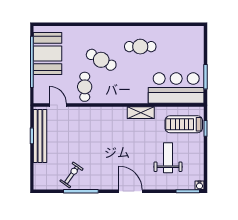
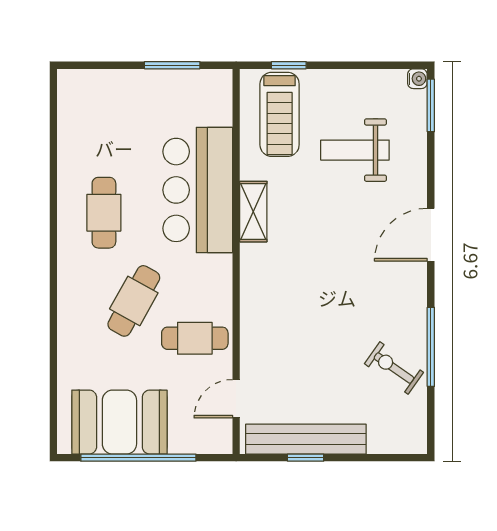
bar counter: (176, 88) -> (198, 190), moved

